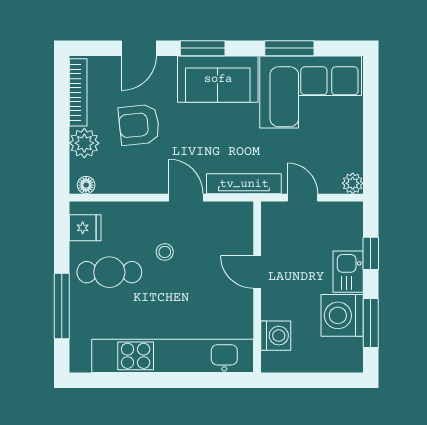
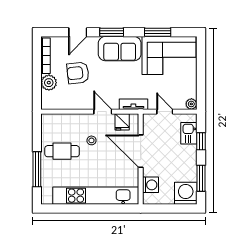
tv unit: (244, 184) -> (133, 104), width x0.71
floor lamp: (86, 185) -> (50, 105), removed
fridge: (85, 228) -> (122, 122), moved, turned 90
door: (257, 272) -> (141, 151), width x1.88
kitchen sink: (348, 272) -> (189, 133), moved
washing machine: (342, 315) -> (186, 193), moved, turned 90

